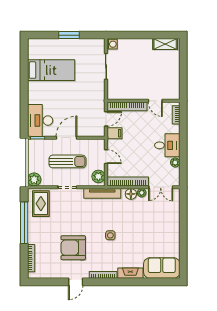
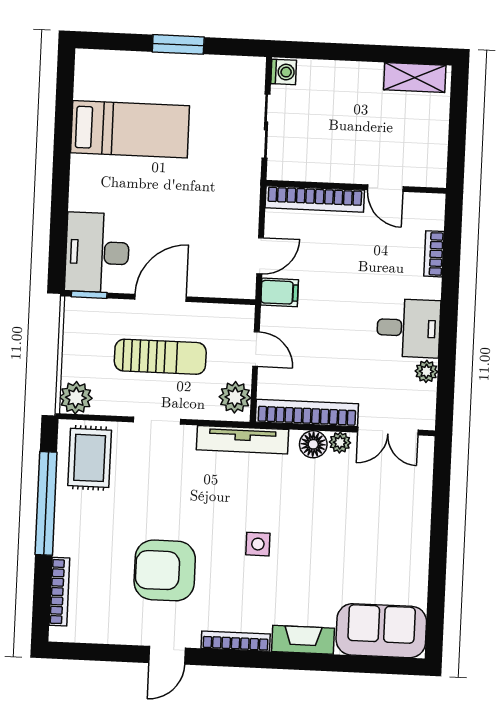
wall: (143, 101) -> (356, 187), moved
door: (155, 101) -> (385, 188), moved
bookcase: (127, 106) -> (315, 199), moved

